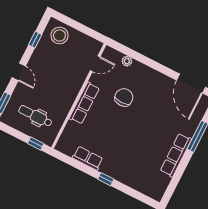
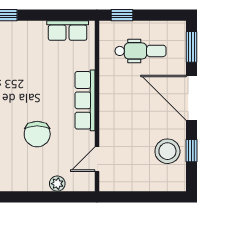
stool: (59, 35) -> (167, 151), moved
door: (19, 72) -> (191, 98), width x1.88
row of seats: (88, 158) -> (68, 31), moved

